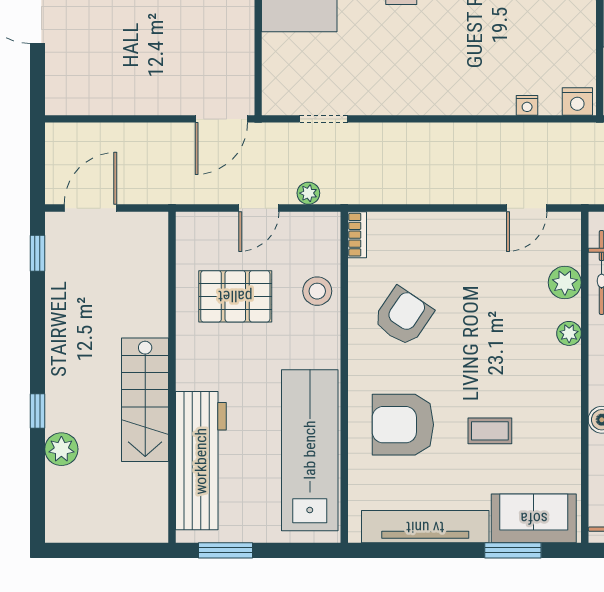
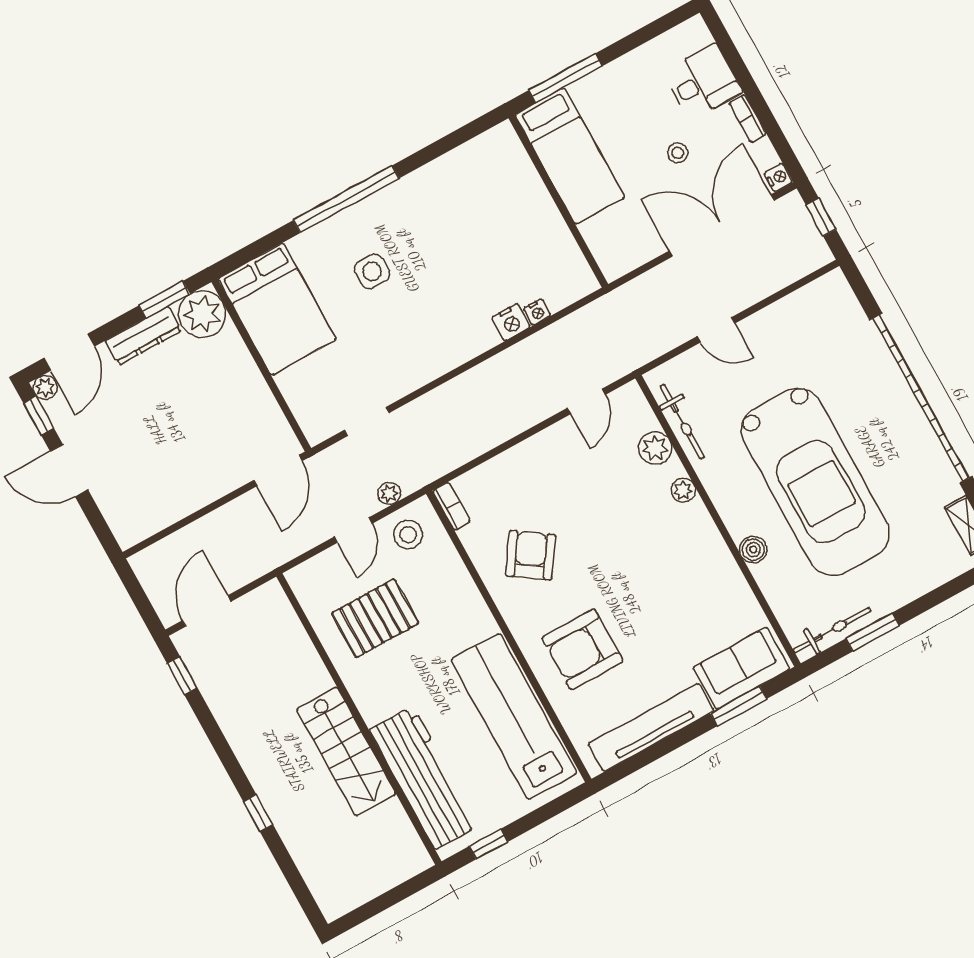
nightstand: (577, 102) -> (511, 322), moved
stool: (317, 291) -> (408, 535), moved
coffee table: (490, 431) -> (661, 613), removed
plant: (61, 449) -> (297, 835), removed
window: (225, 550) -> (489, 844), width x0.67

